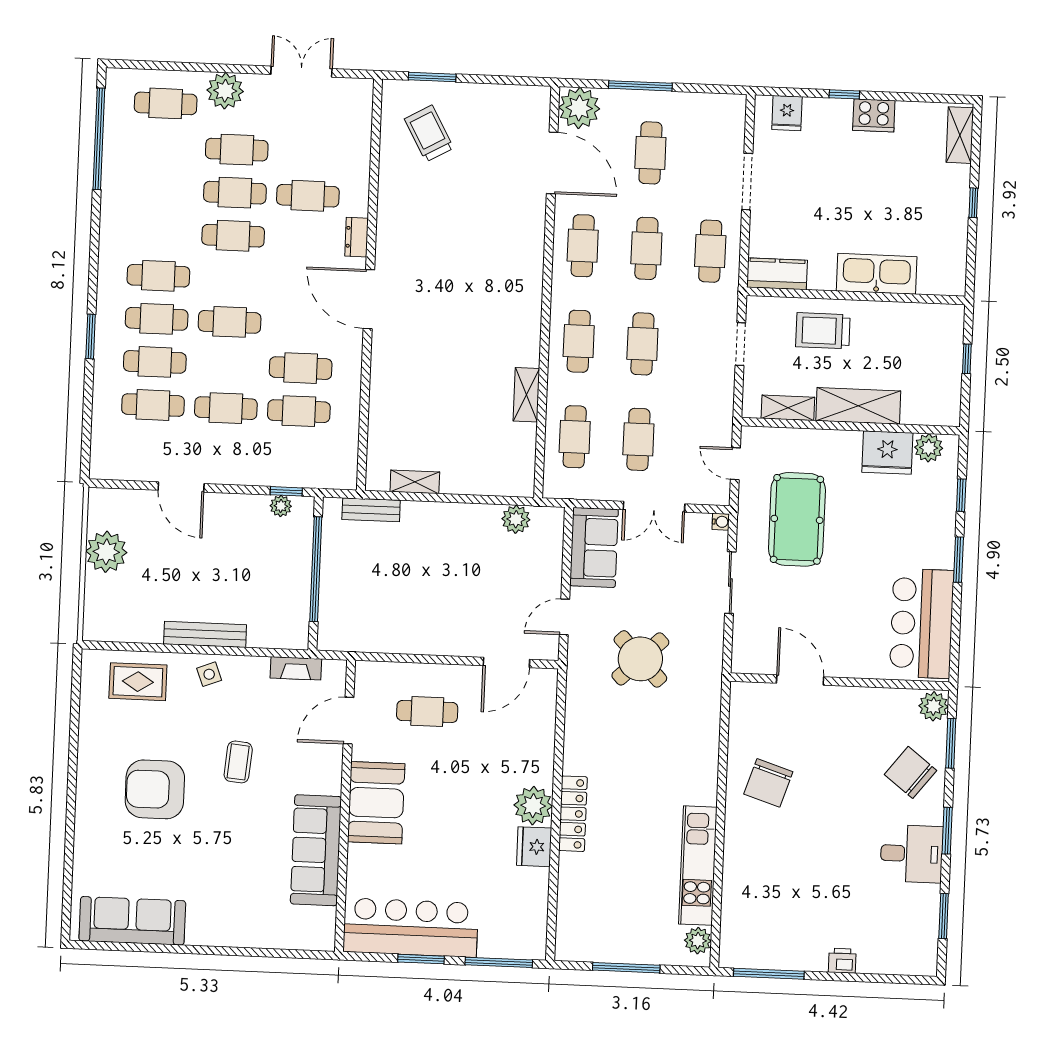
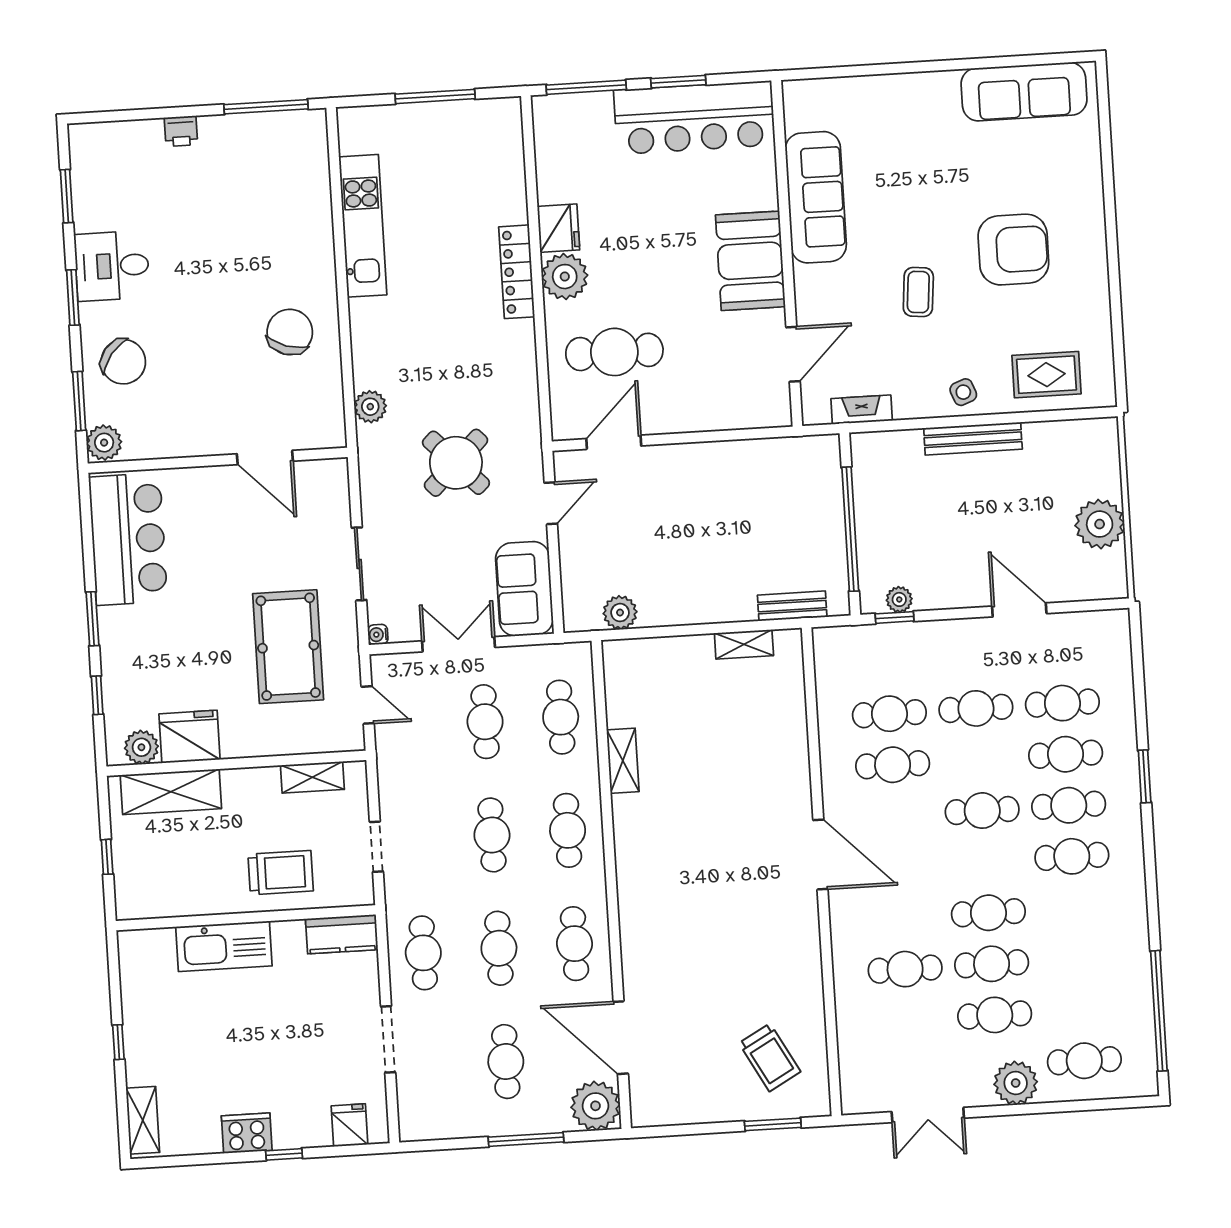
dresser: (357, 237) -> (843, 926), removed
shelving: (858, 406) -> (171, 792), moved
cafe table: (427, 711) -> (614, 352), moved, width x1.37, depth x1.35
plant: (698, 941) -> (370, 407), moved

